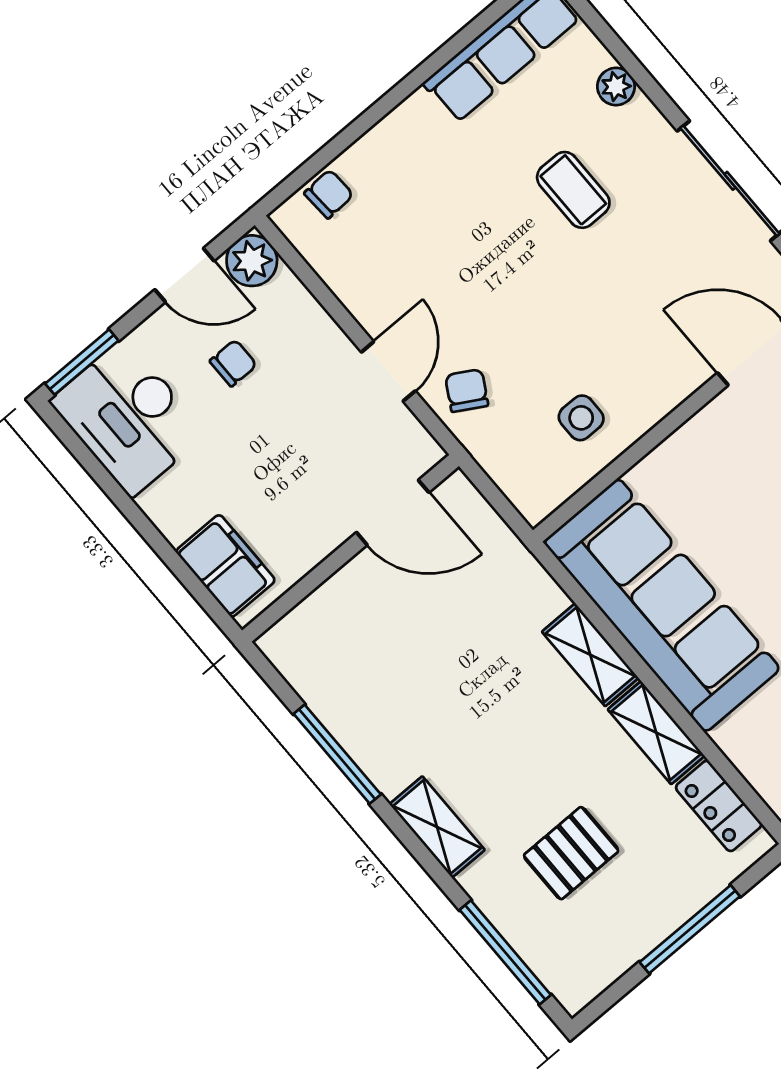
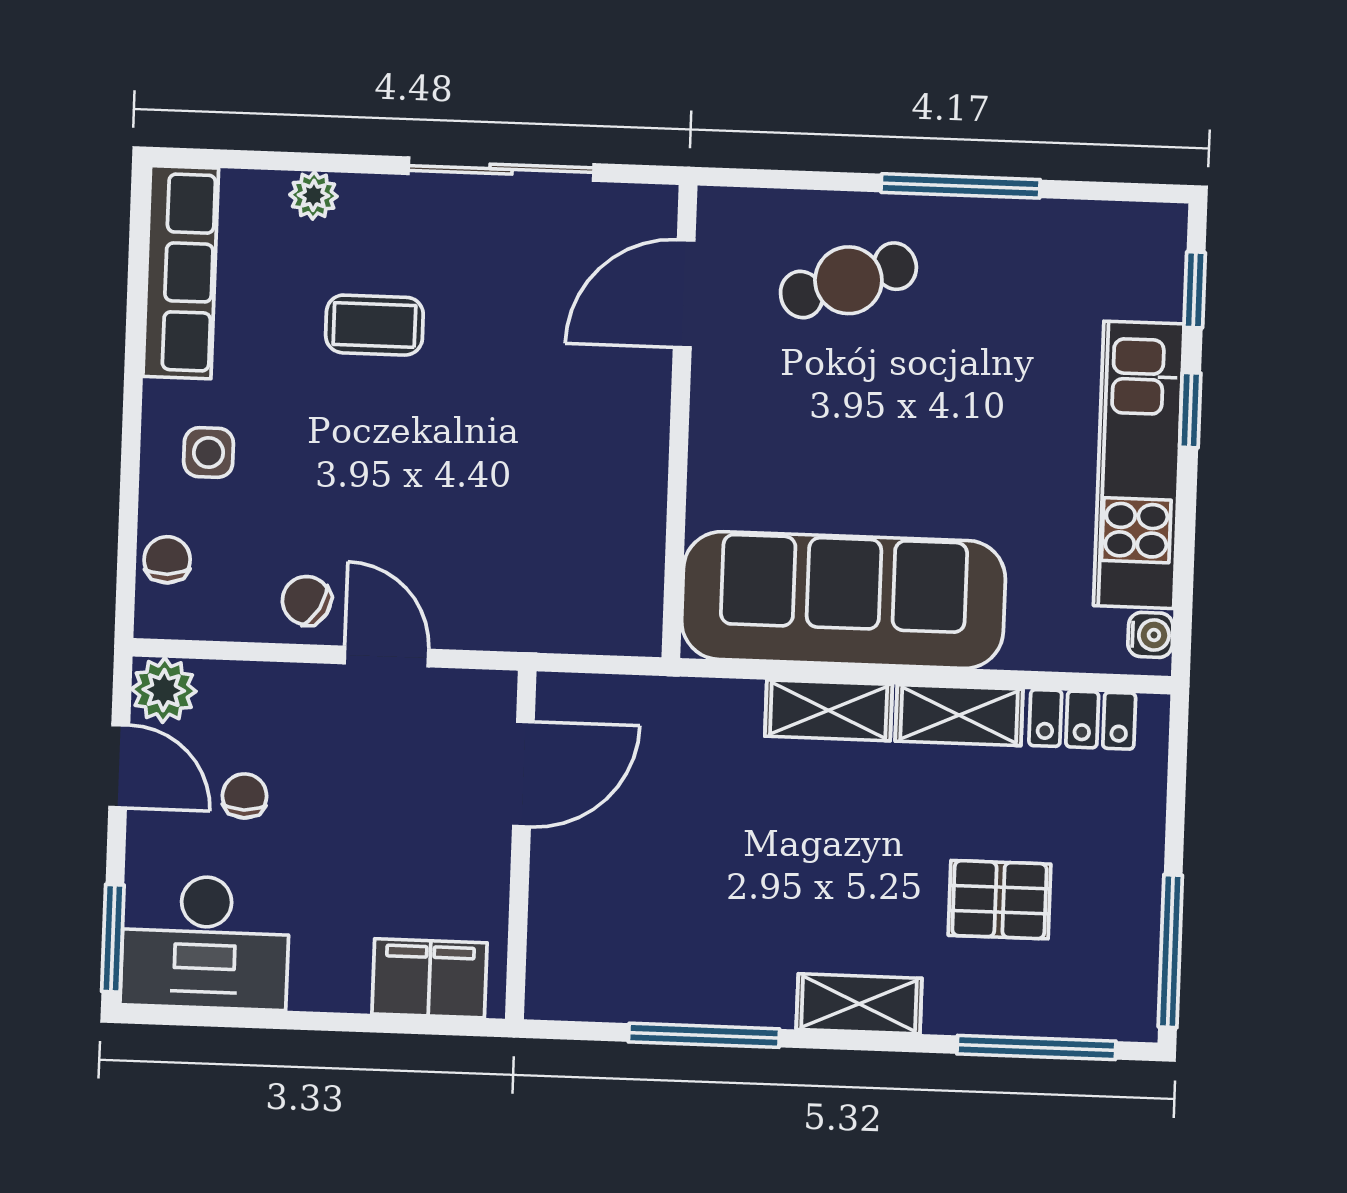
door: (184, 275) -> (119, 766), hinge flipped
chair: (467, 391) -> (306, 601), moved
side table: (581, 418) -> (209, 452), moved
pallet: (571, 853) -> (999, 900), turned 90
window: (690, 929) -> (1170, 951), moved

